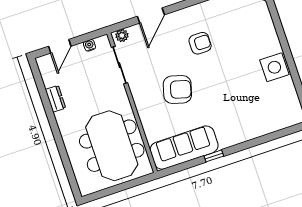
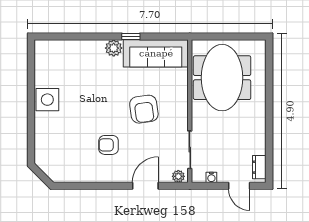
door: (60, 46) -> (239, 186), swing flipped
armchair: (177, 90) -> (144, 109), turned -114
dresser: (56, 99) -> (259, 167), moved
plant: (227, 139) -> (114, 48), added

